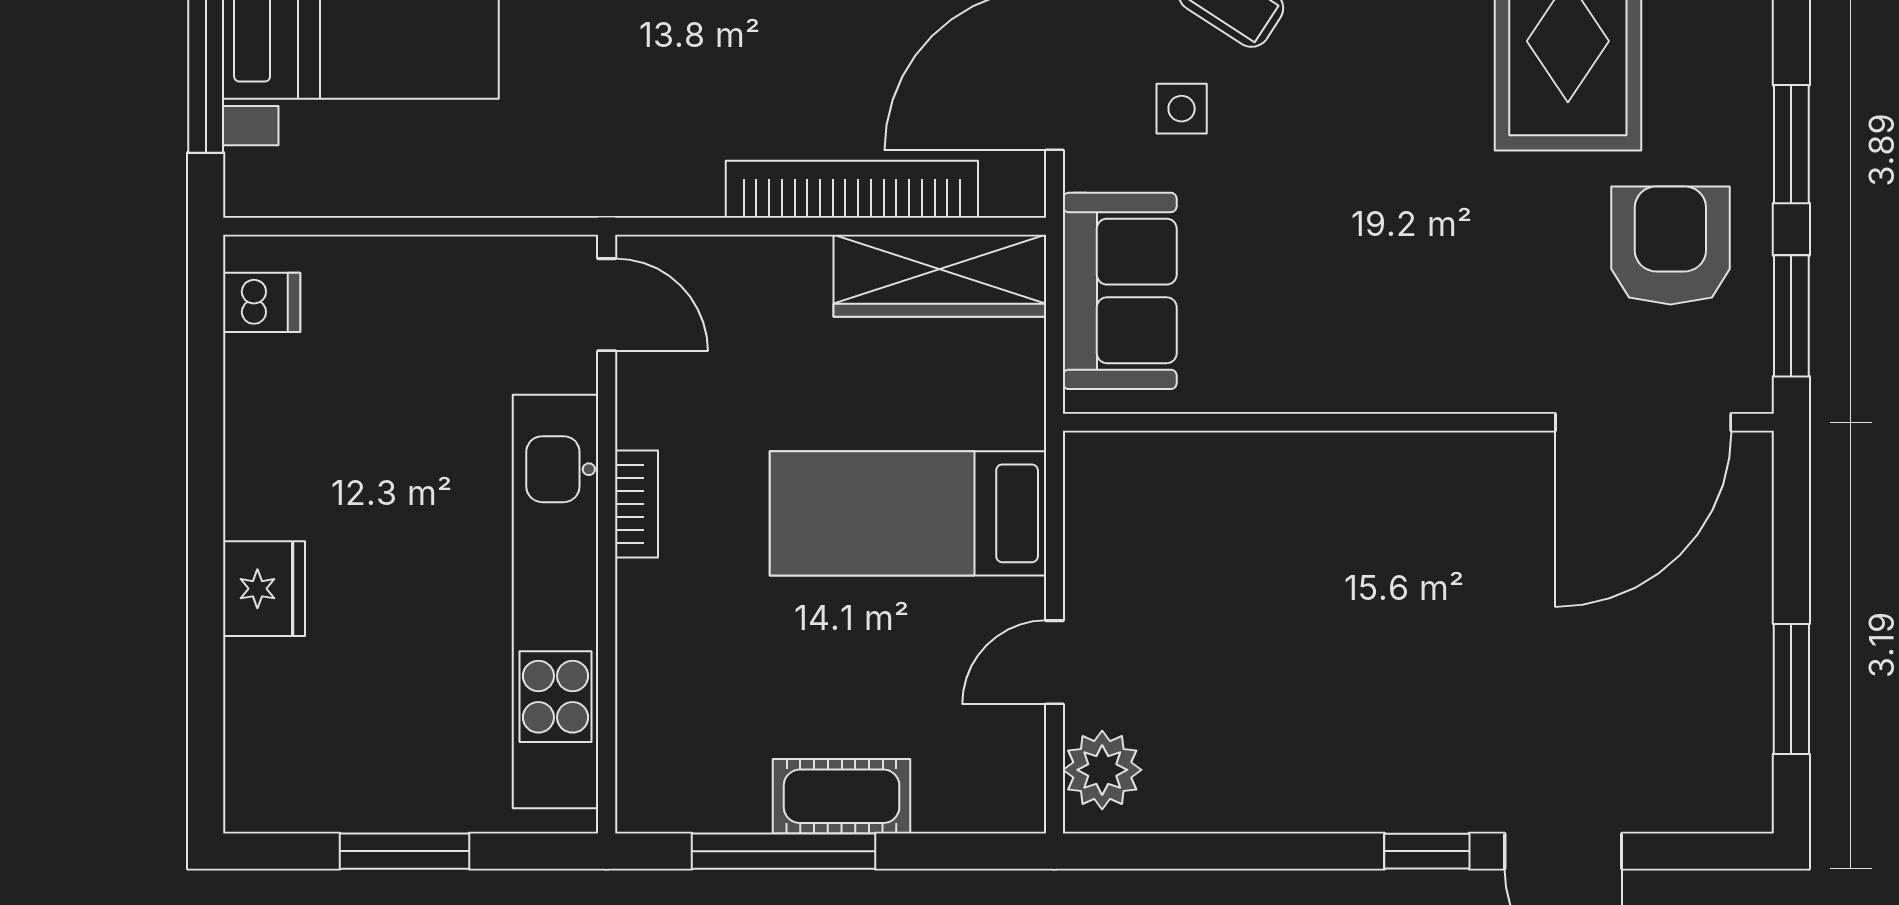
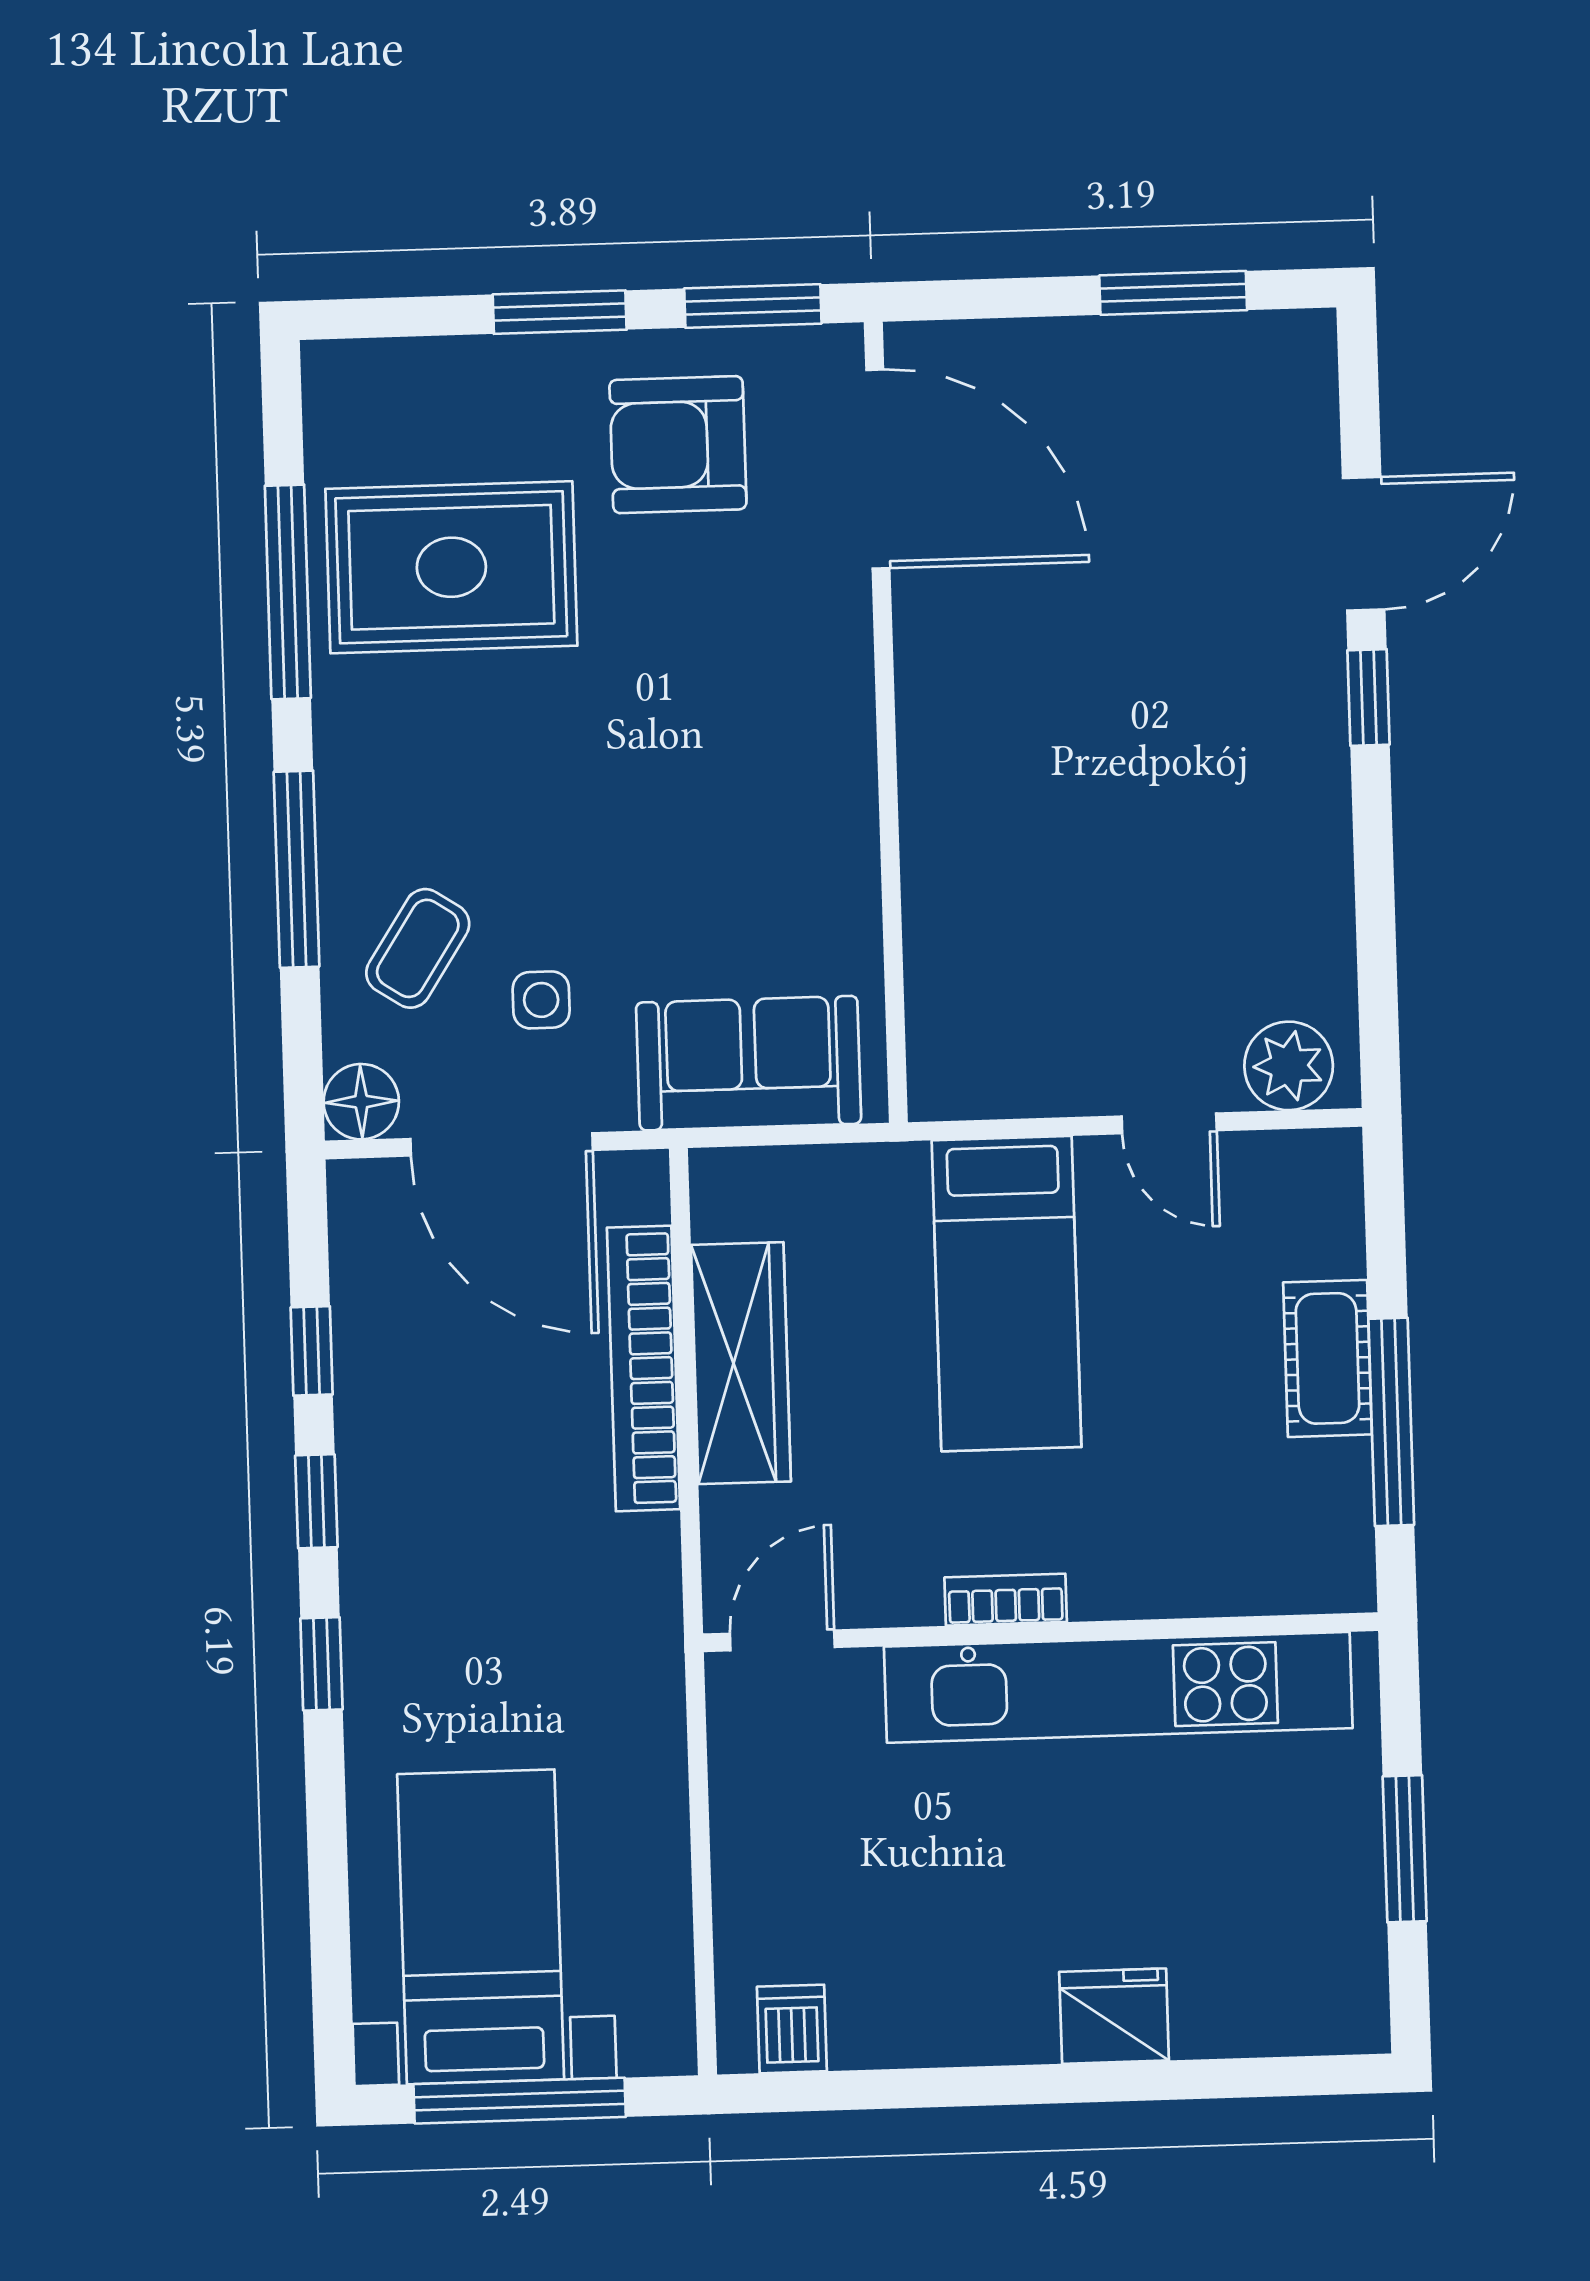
wardrobe: (940, 276) -> (741, 1363), moved

